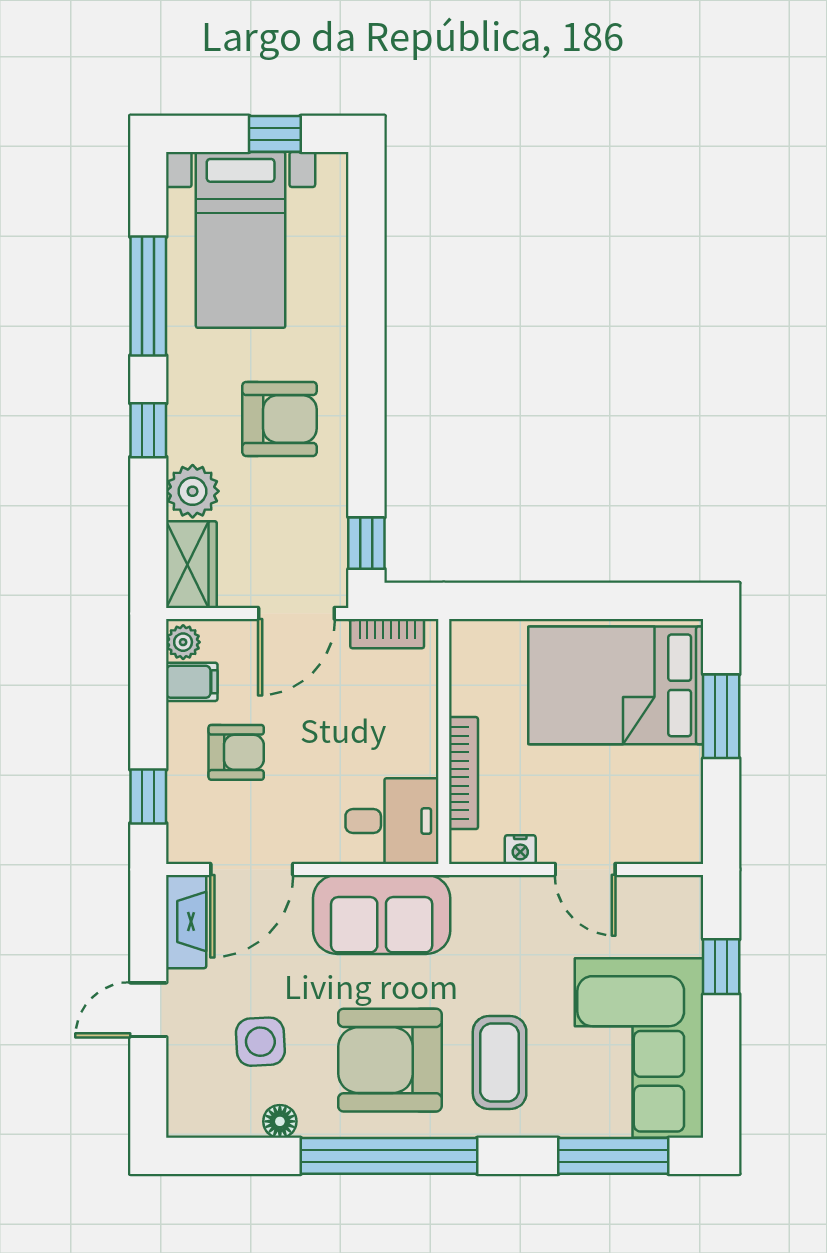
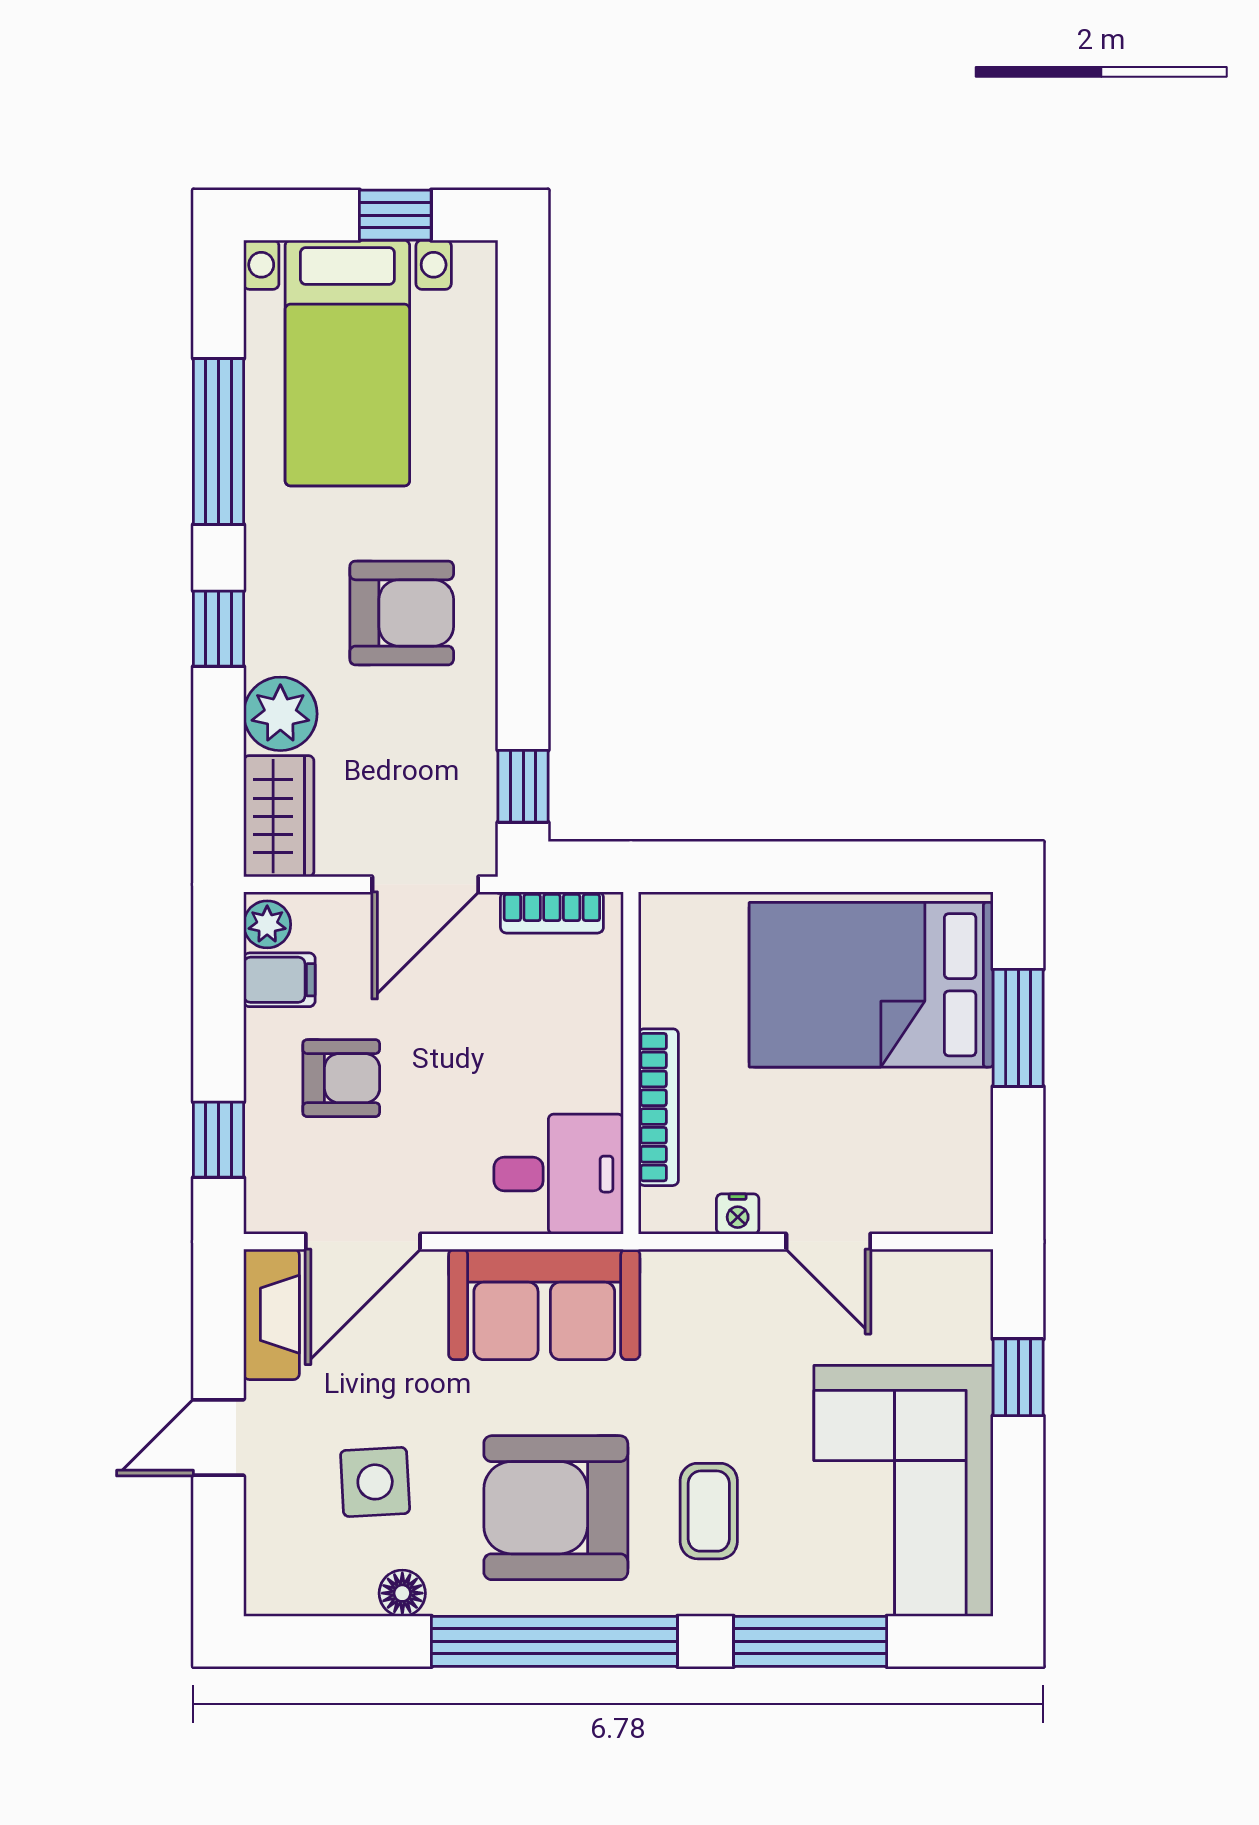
coffee table: (500, 1063) -> (709, 1511), width x0.73, depth x0.77
window: (613, 1156) -> (810, 1641), moved

